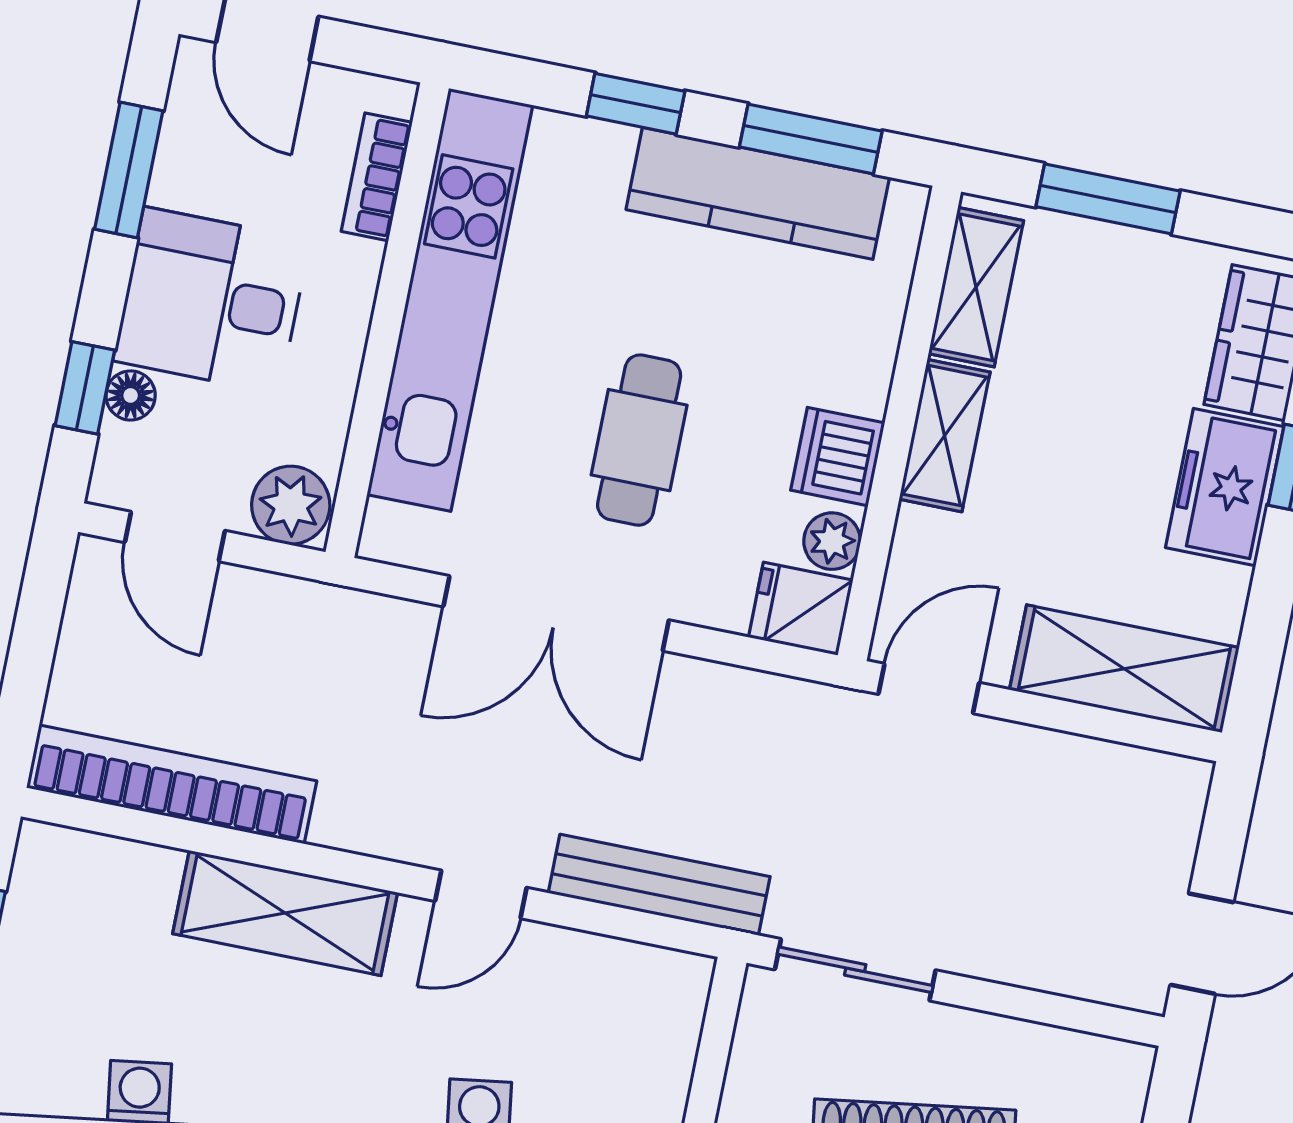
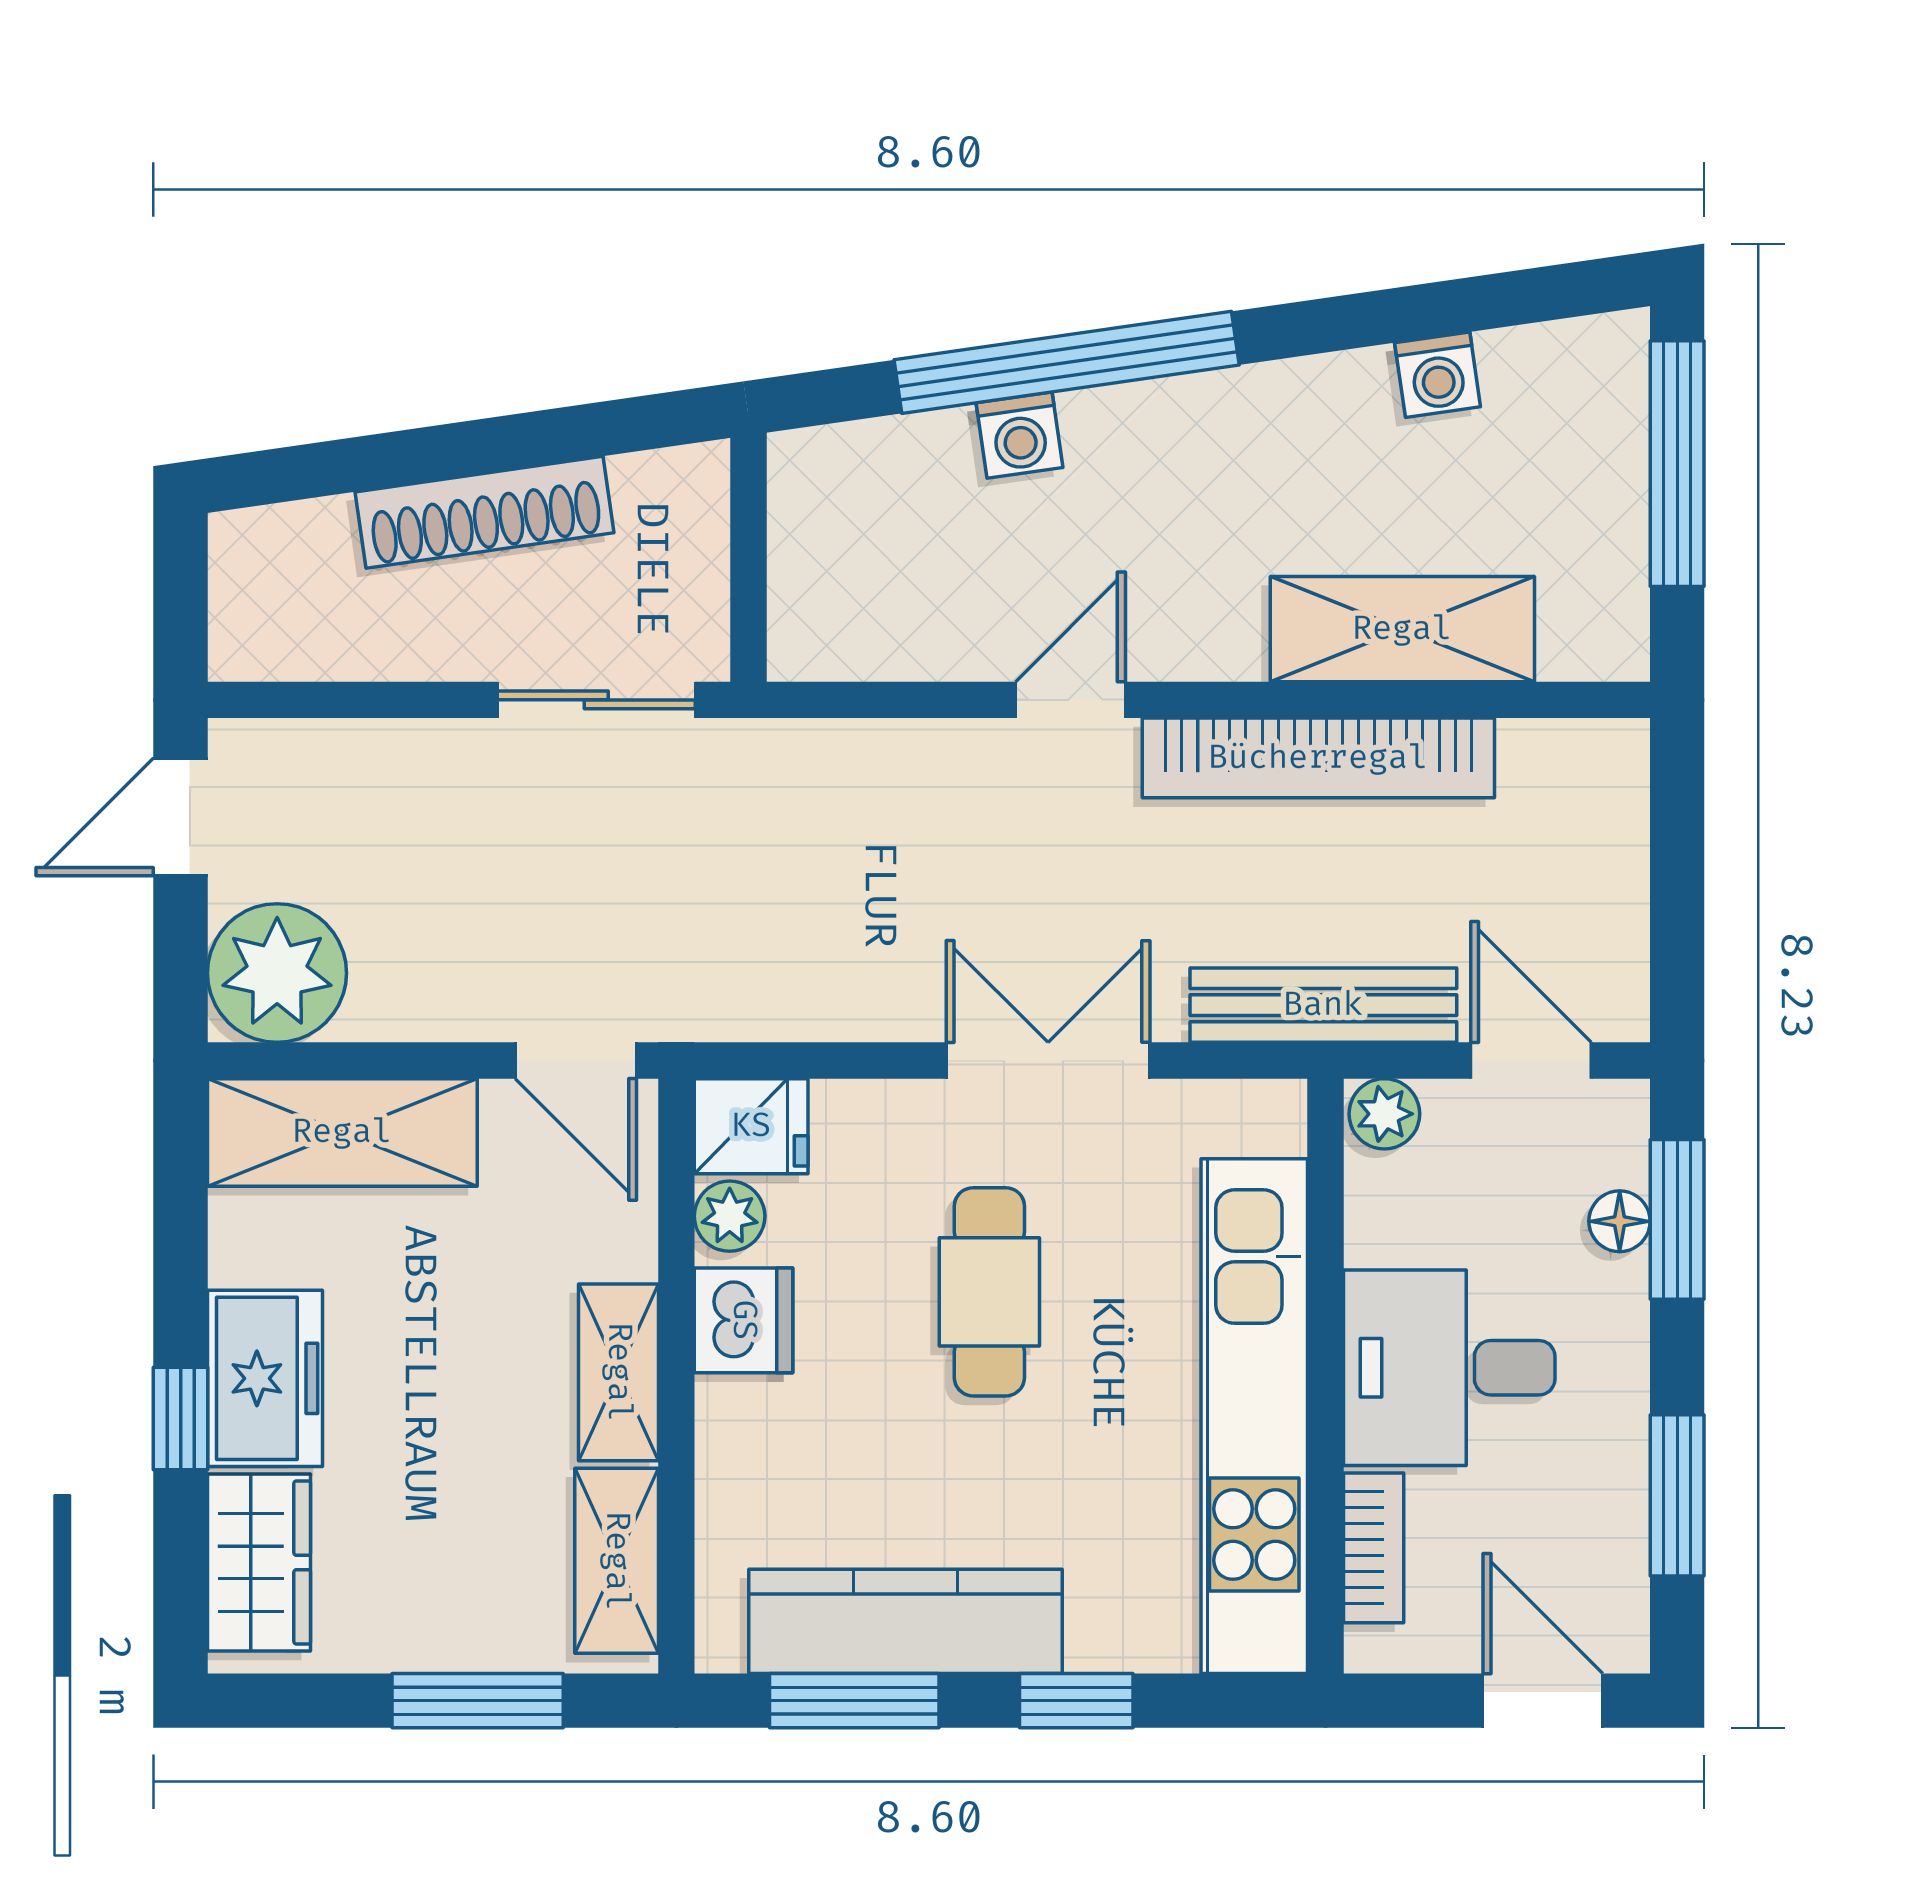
desk: (211, 300) -> (1449, 1368), moved, turned 180
window: (85, 388) -> (1677, 1219), width x1.50
plant: (291, 505) -> (1384, 1114), width x0.73, depth x0.73
double door: (556, 613) -> (1048, 1060), width x0.73
door: (929, 688) -> (576, 1060), hinge flipped
bookcase: (172, 784) -> (1318, 758), moved
plant: (1151, 805) -> (277, 973), added
bench: (659, 885) -> (1323, 1005), moved
shelving: (285, 913) -> (1402, 629), moved

